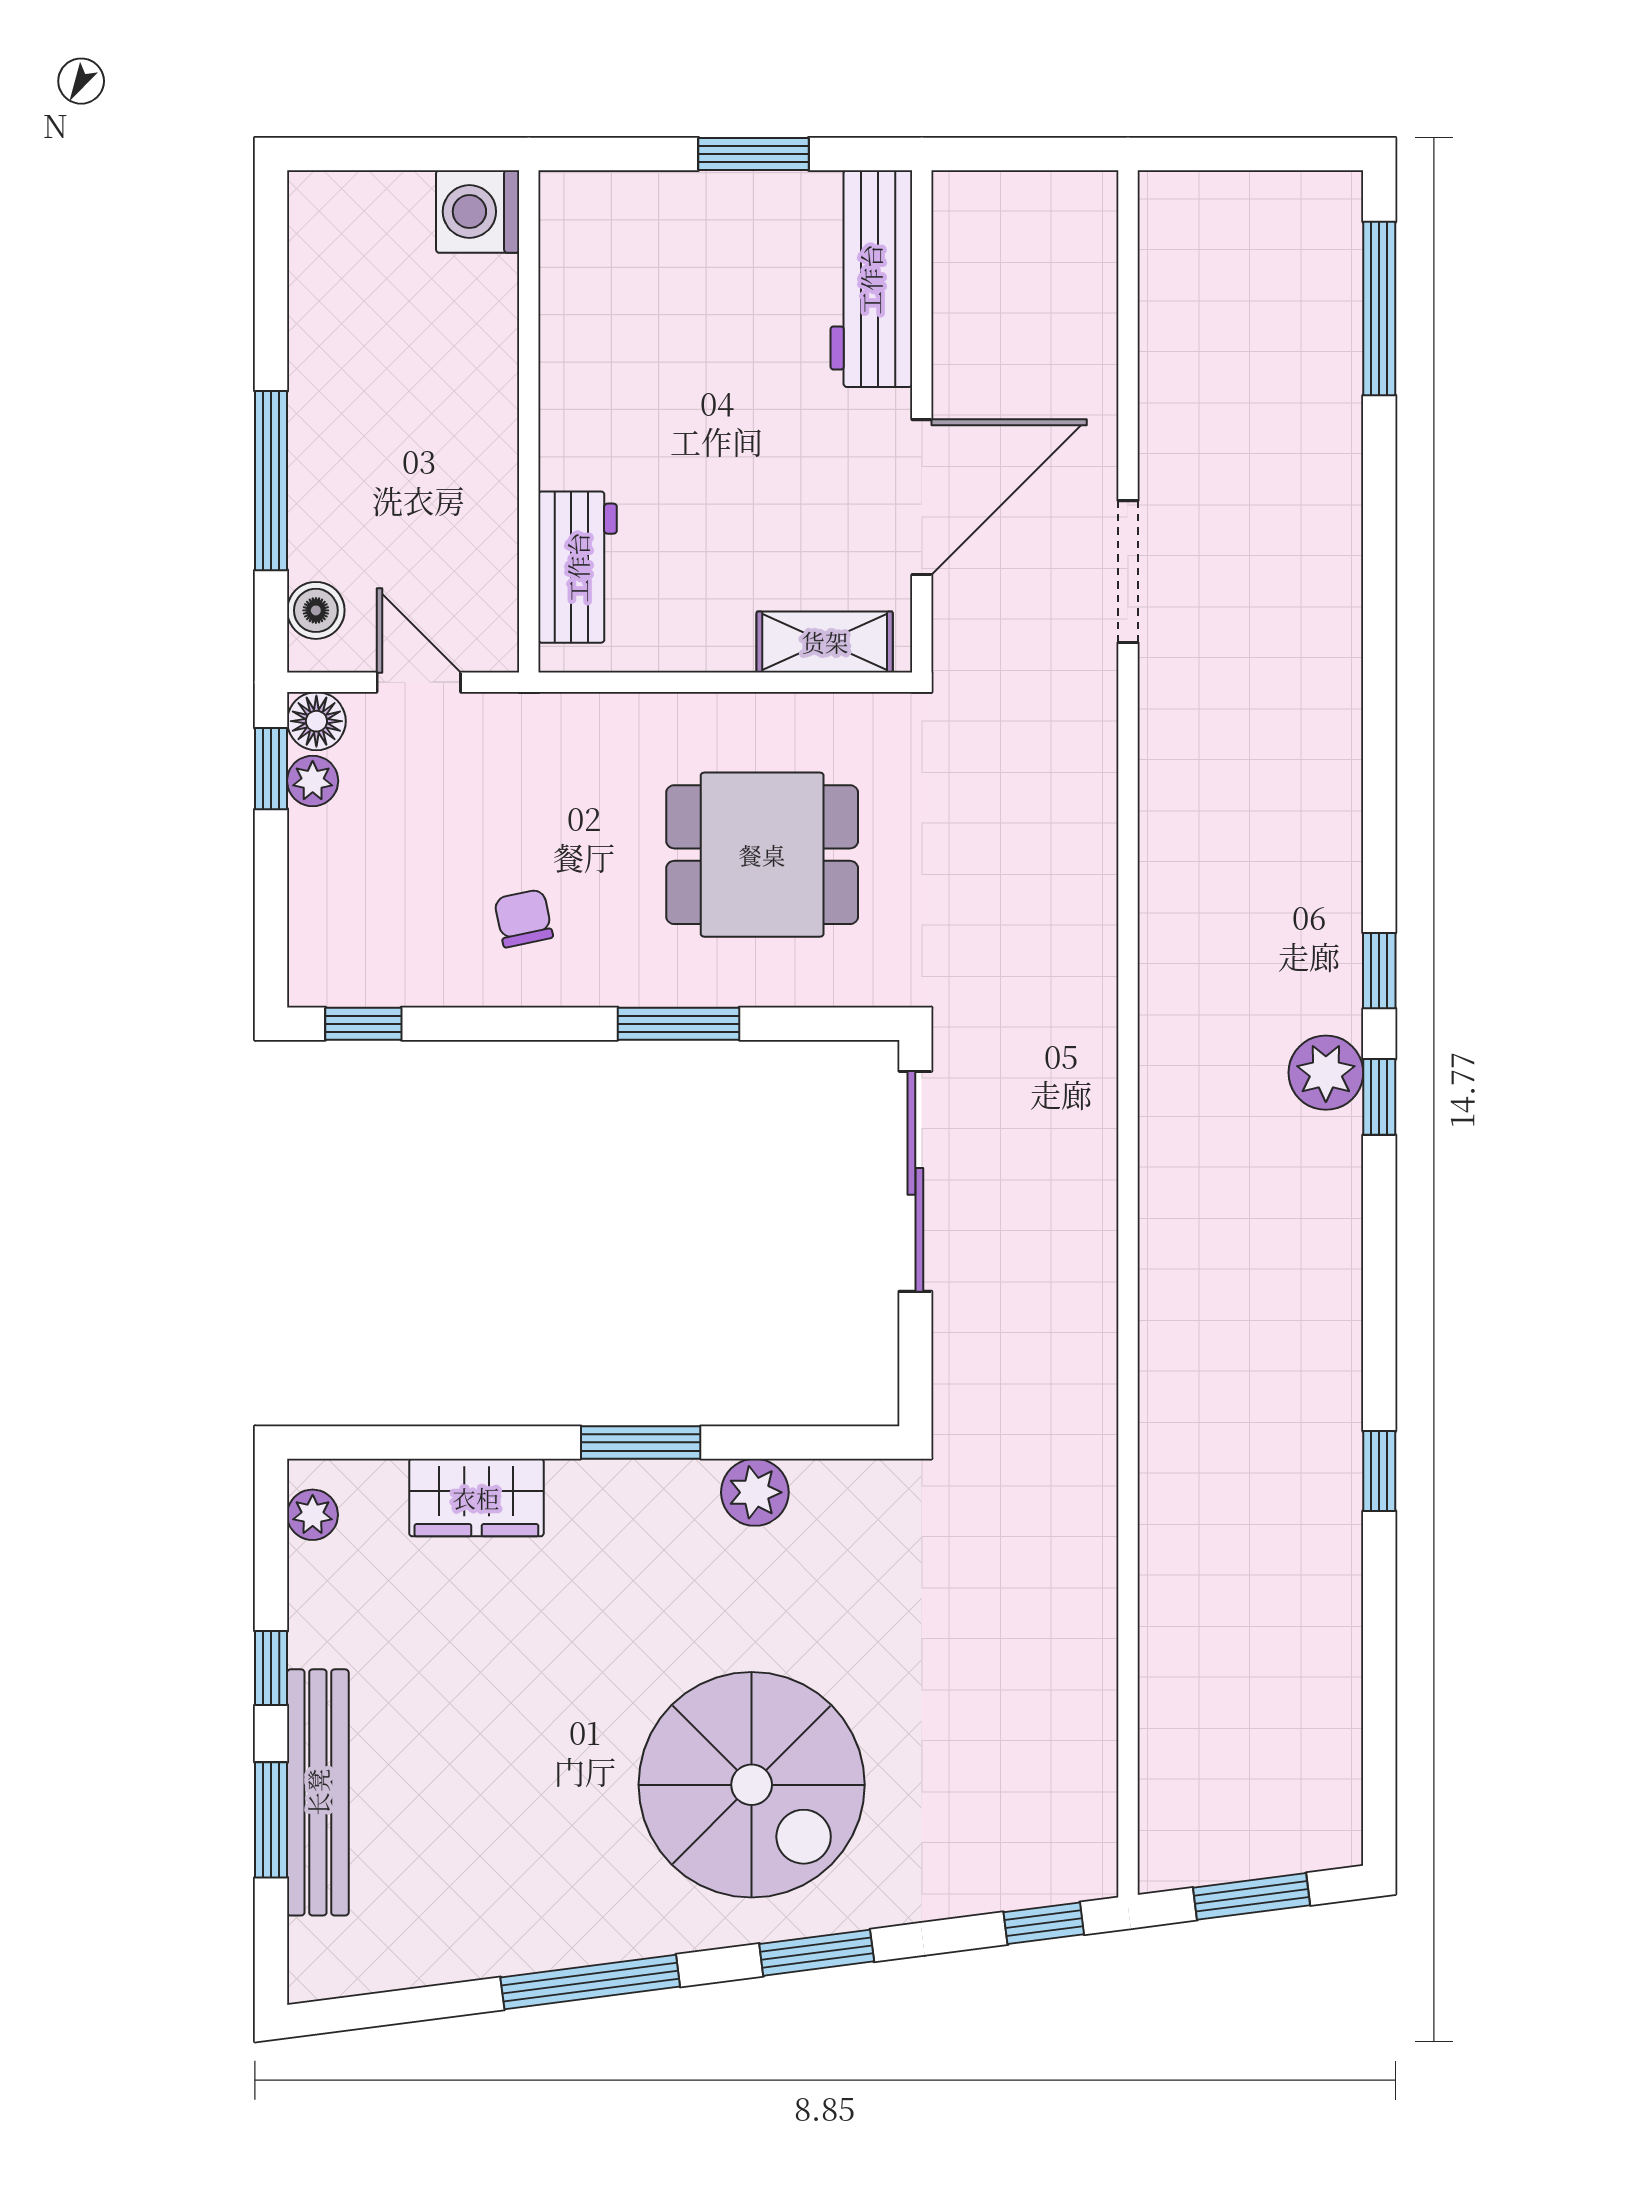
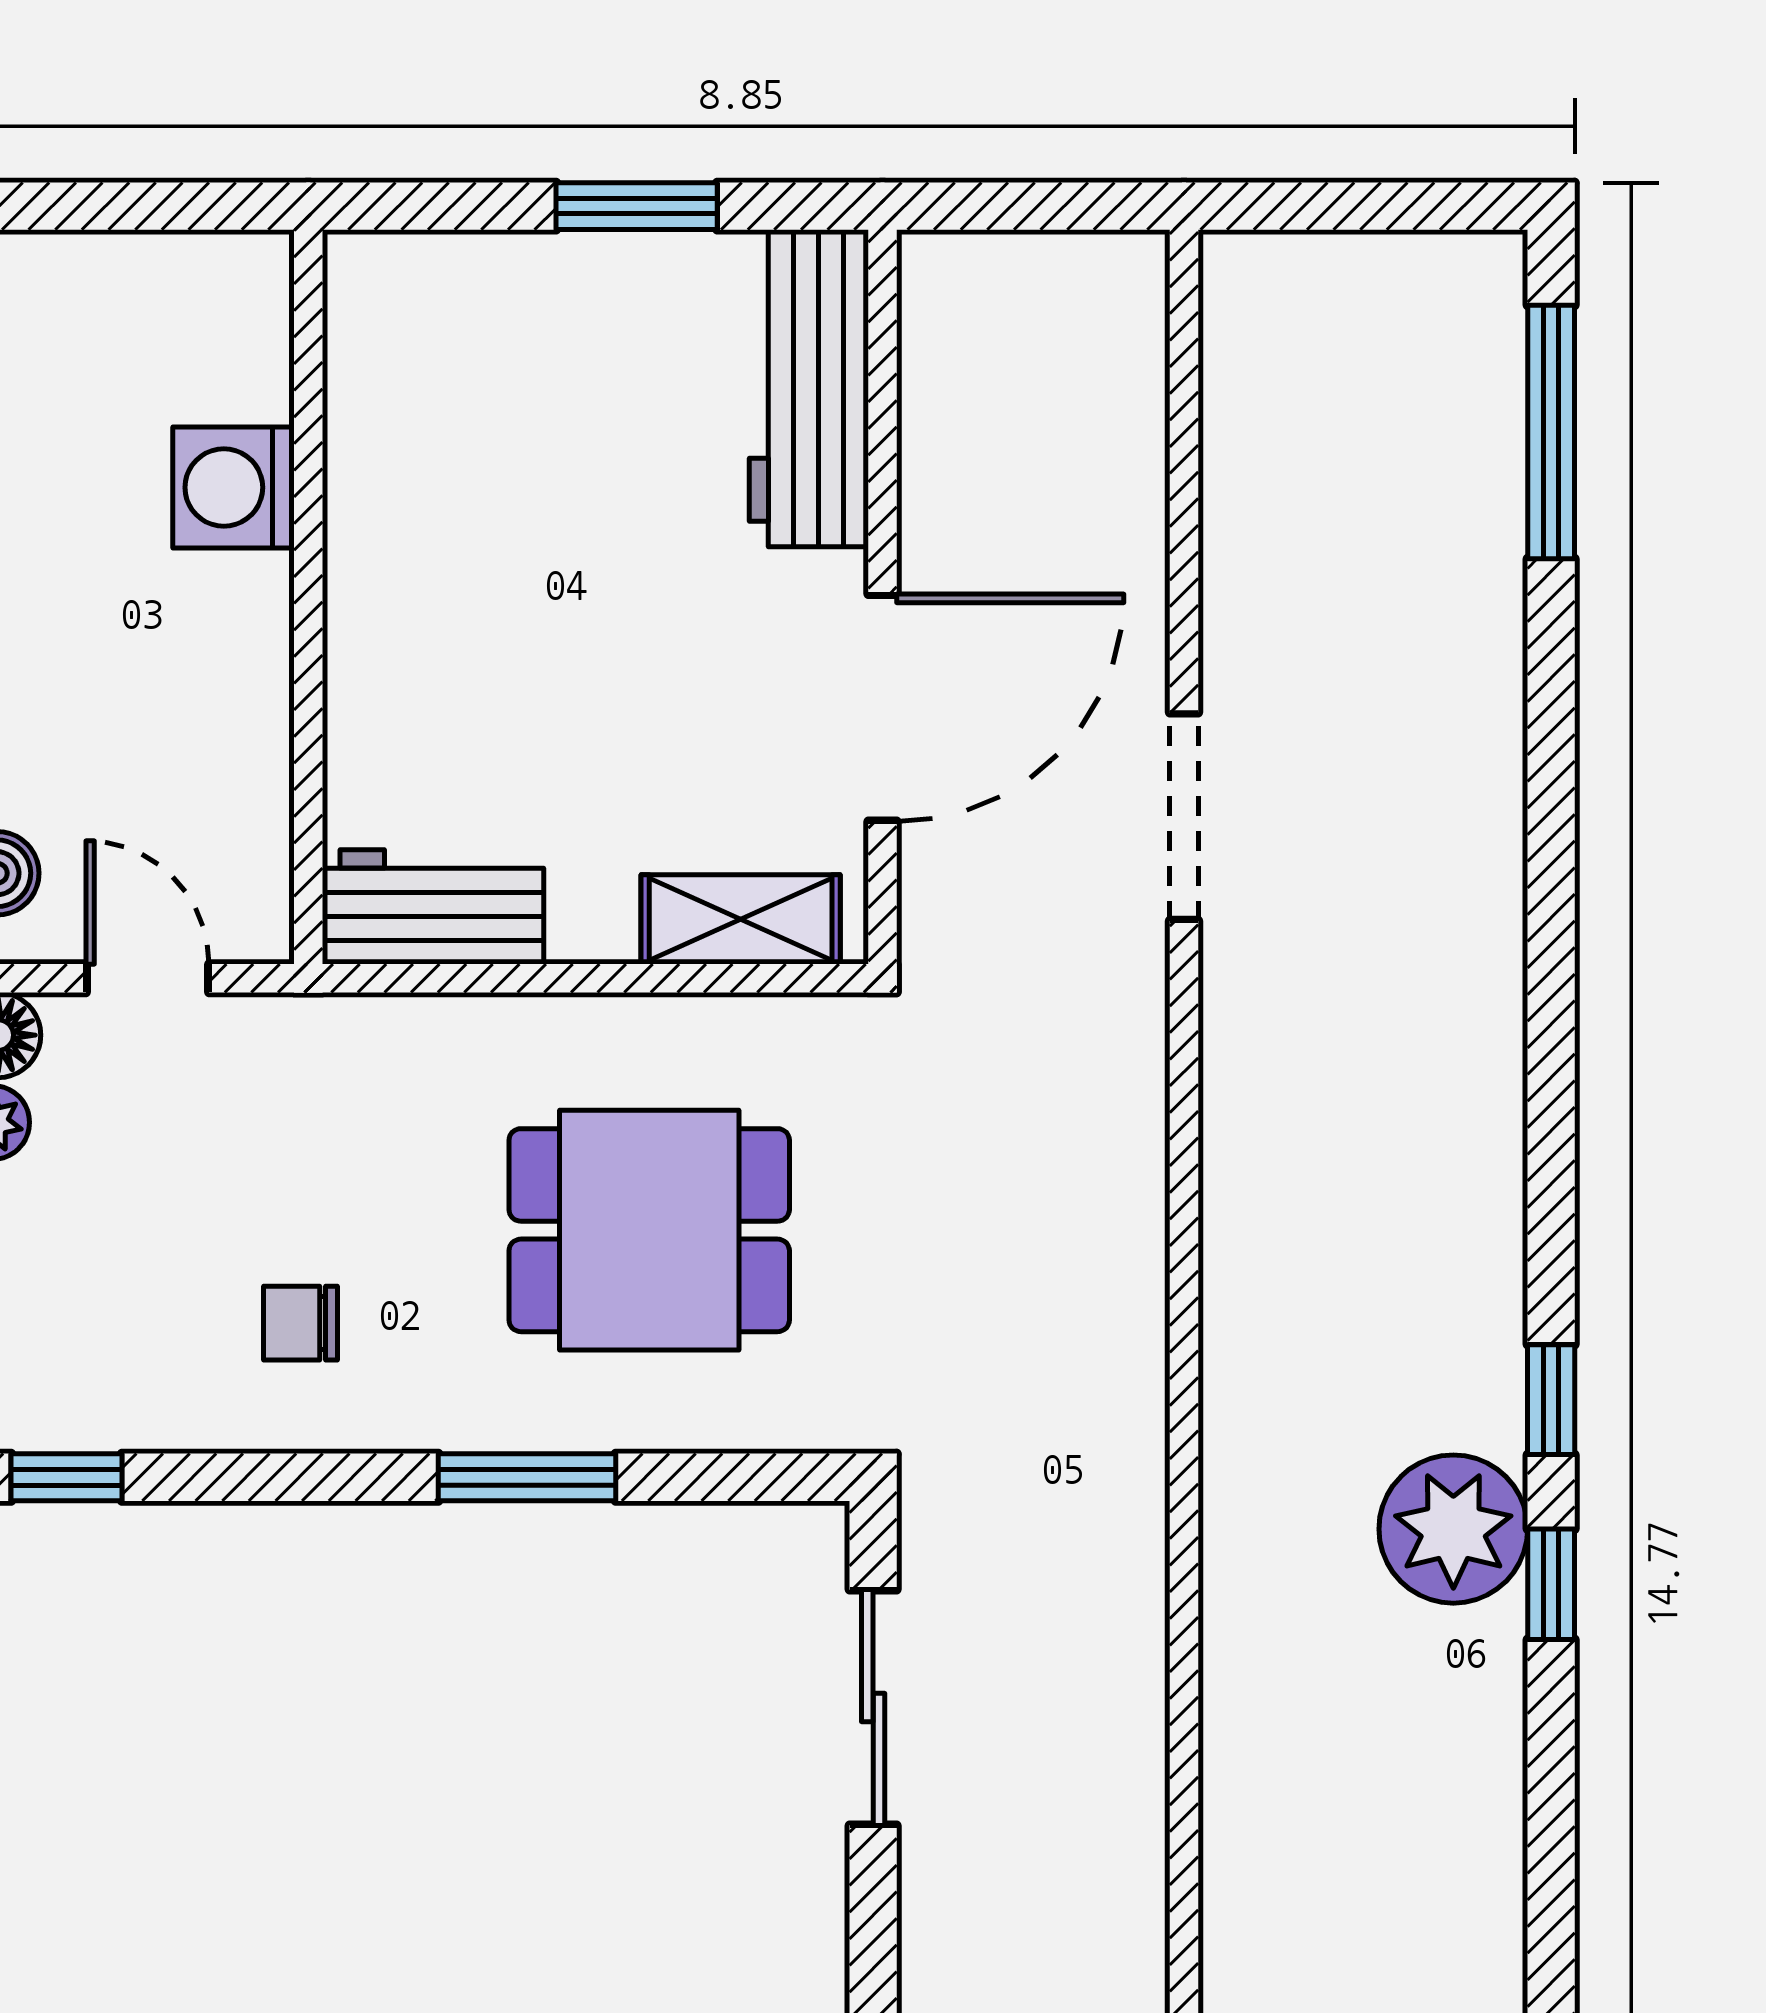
washing machine: (478, 212) -> (234, 487), moved
workbench: (578, 567) -> (433, 907), moved, turned -90
chair: (523, 918) -> (300, 1323), turned -78
plant: (1326, 1073) -> (1453, 1529), width x1.36, depth x1.36
sliding door: (915, 1181) -> (873, 1708), width x0.73

